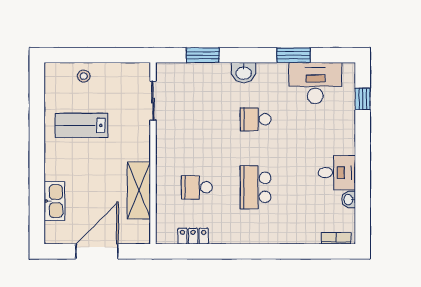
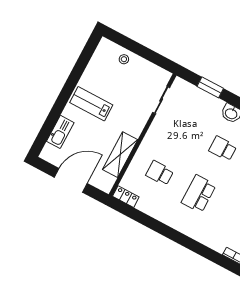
lab bench: (81, 125) -> (91, 104), moved
locker: (193, 236) -> (126, 197), moved

